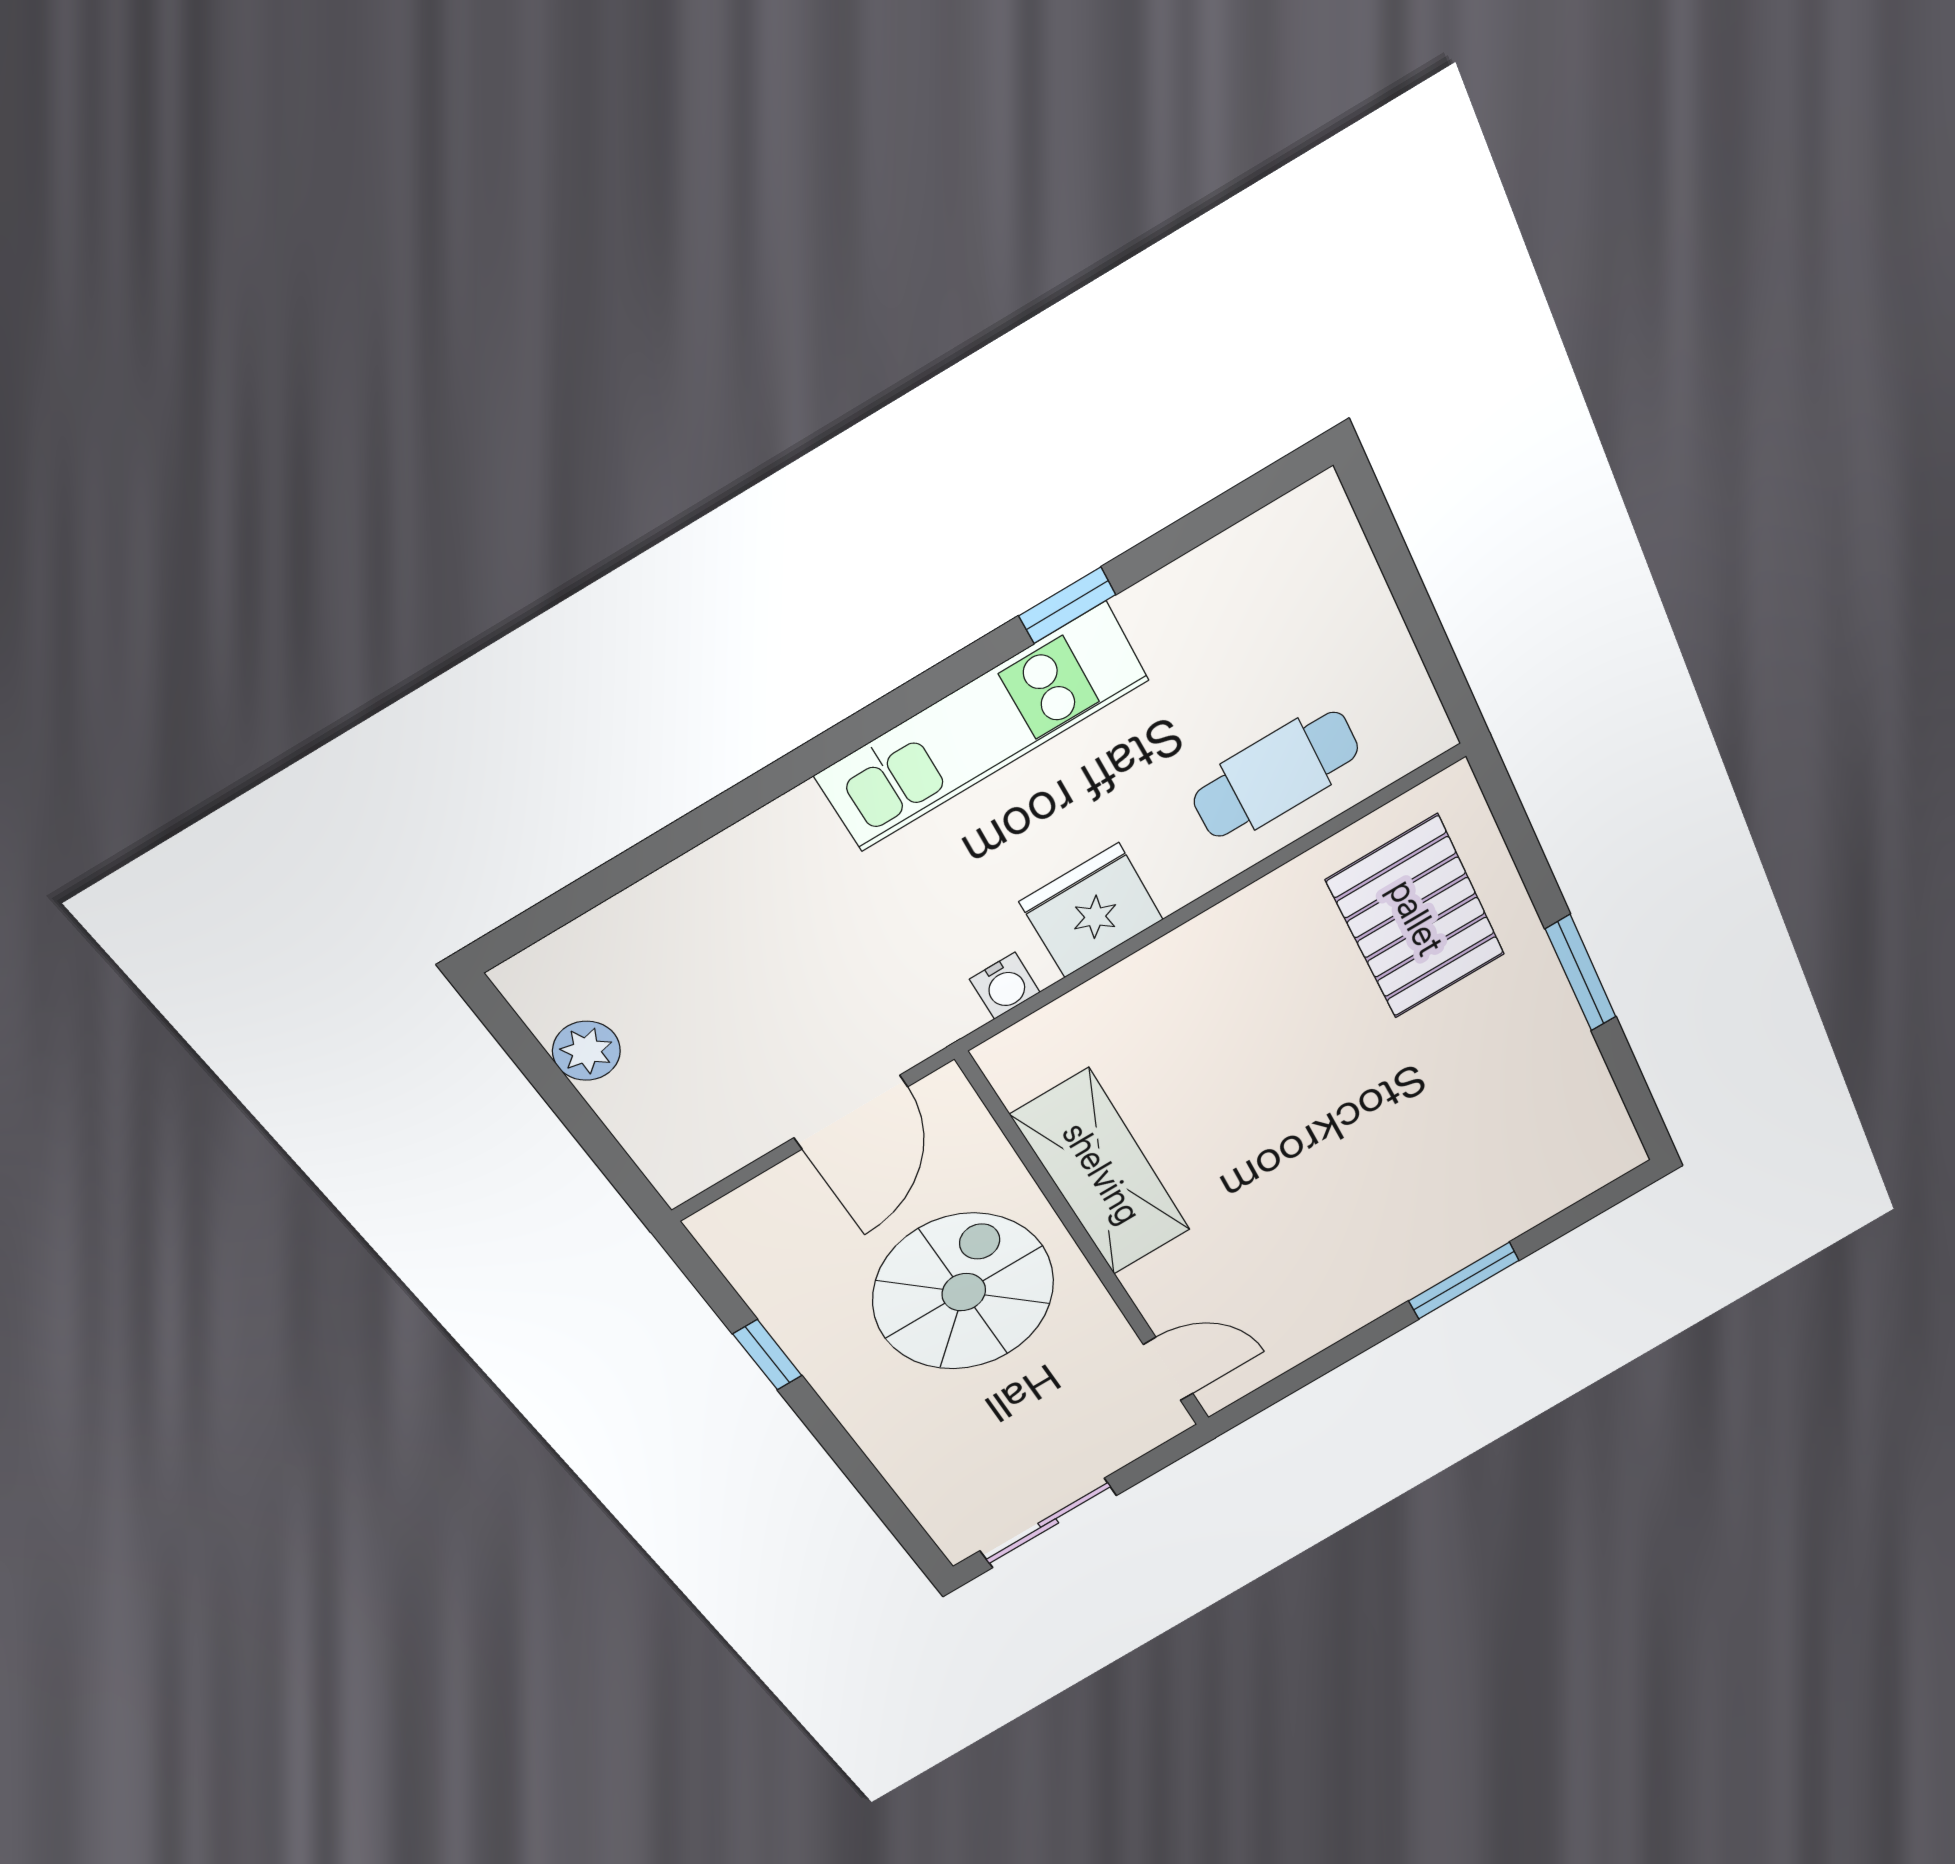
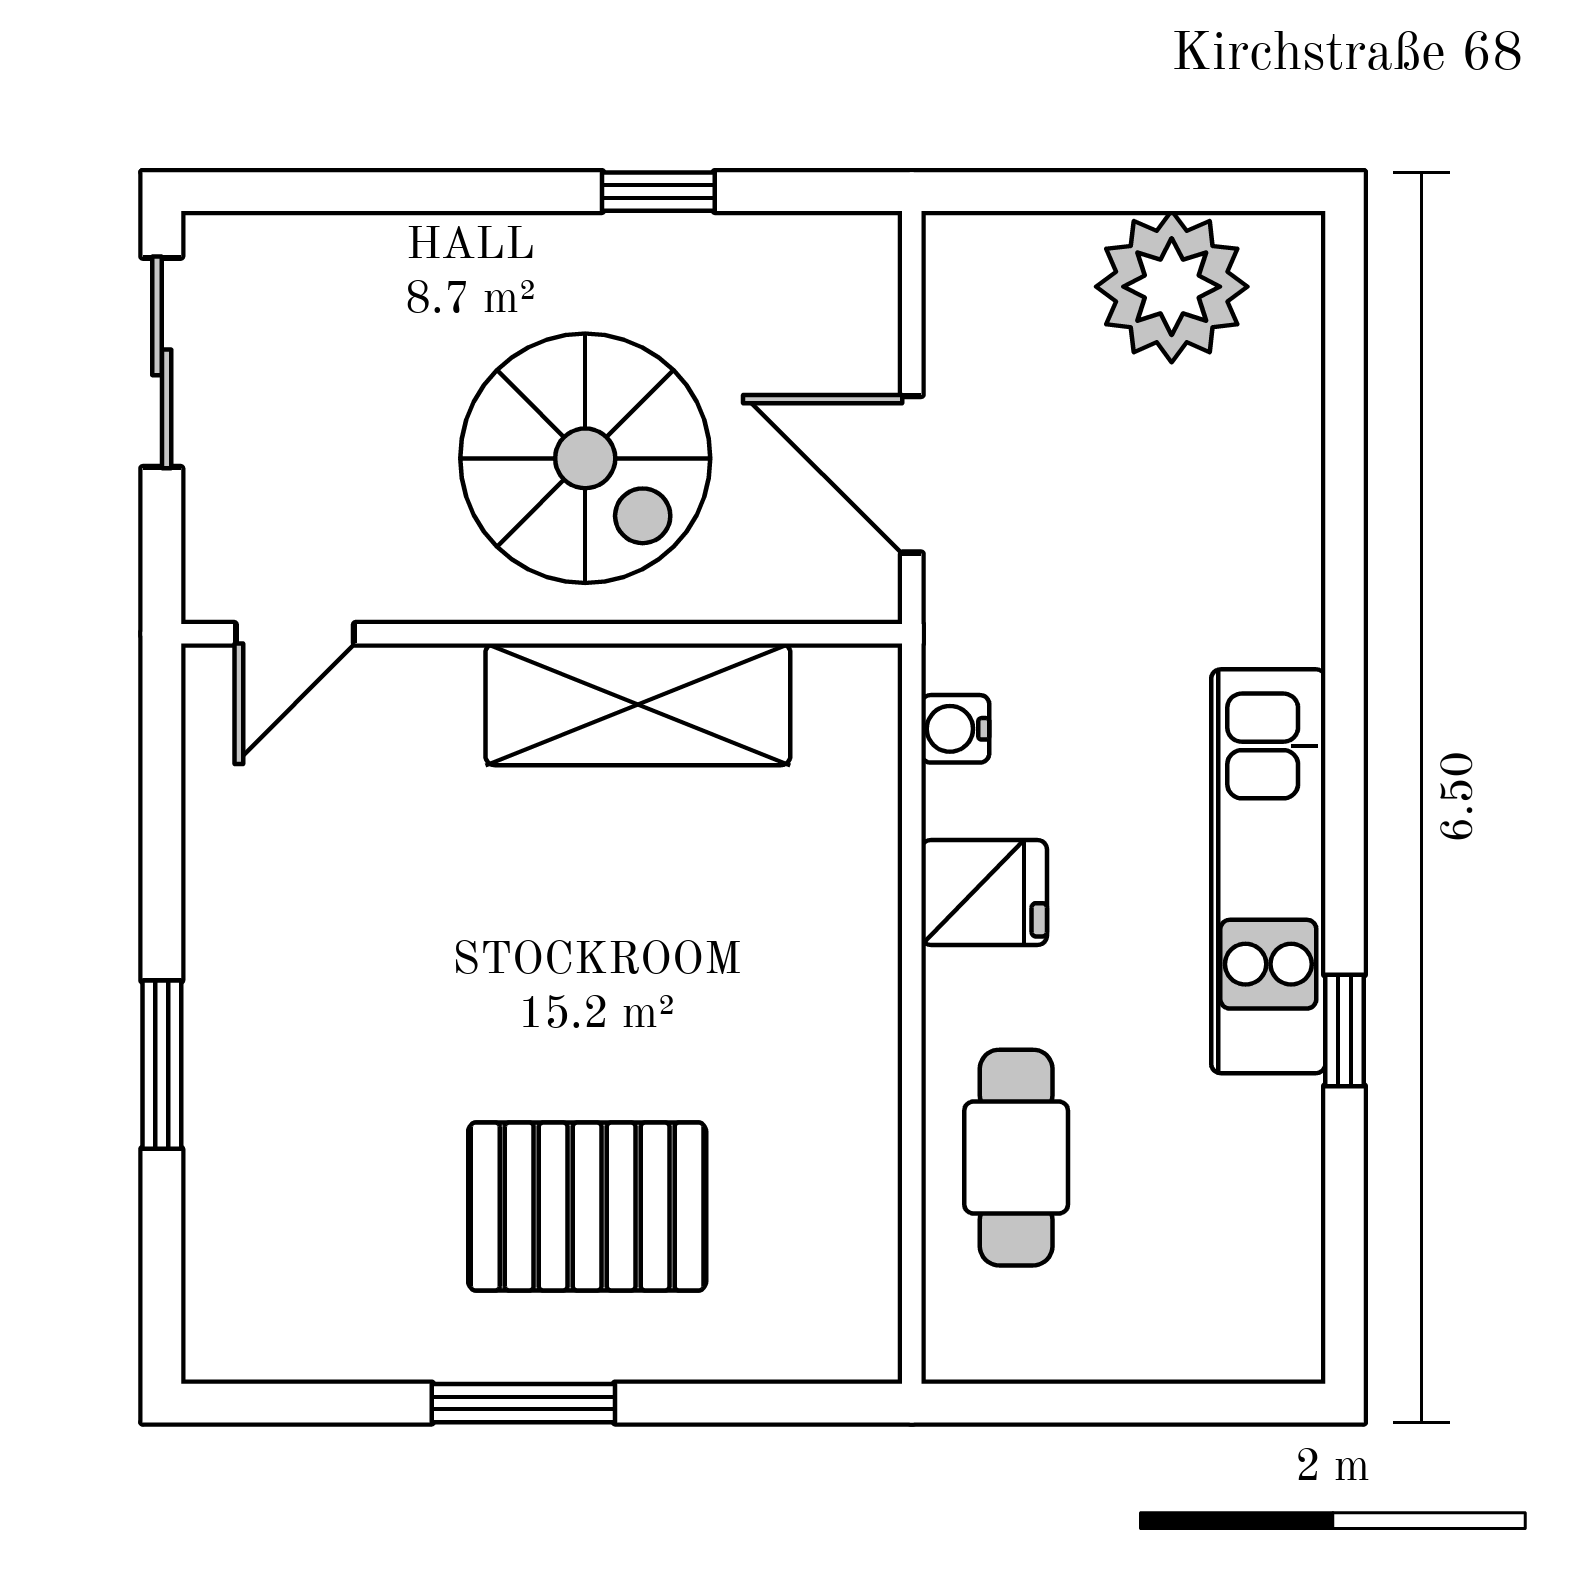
fridge: (1092, 911) -> (984, 892), width x0.72
pallet: (1416, 917) -> (587, 1207), moved
plant: (586, 1051) -> (1172, 287), width x1.87, depth x1.87

